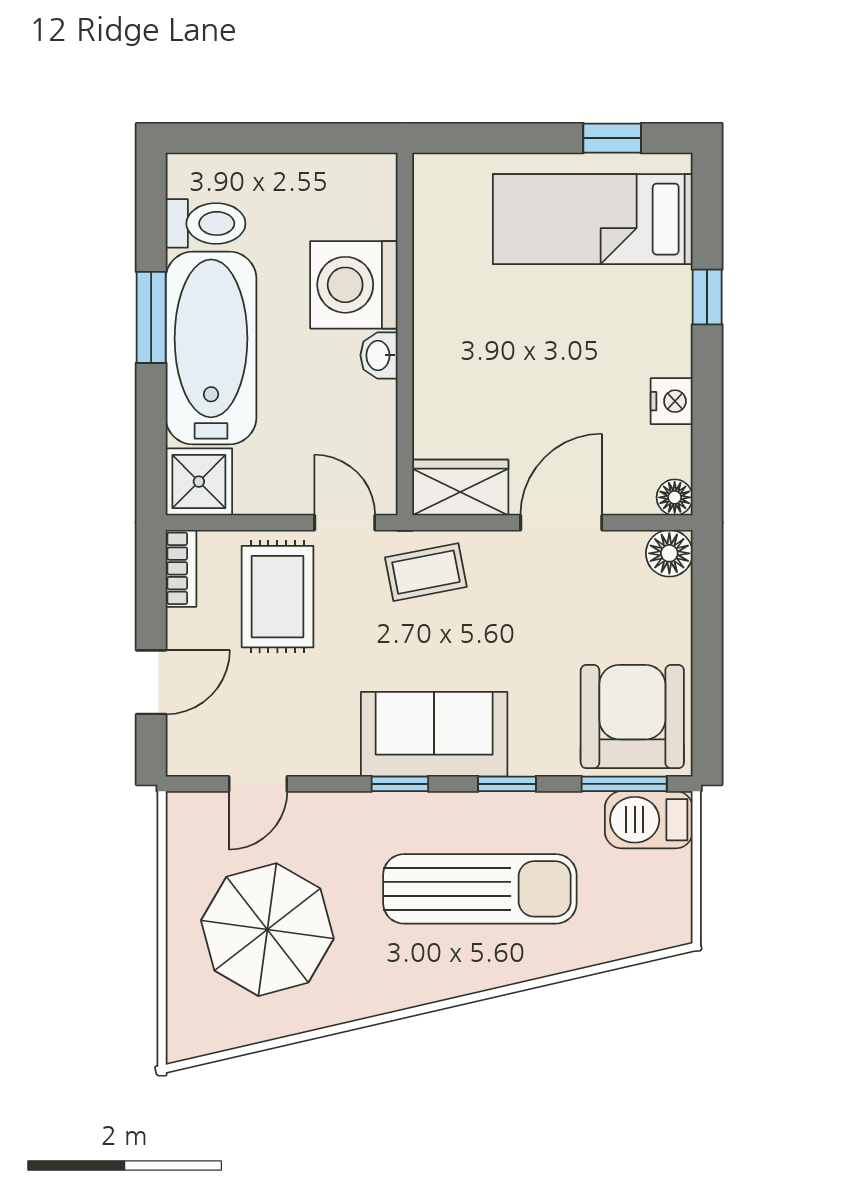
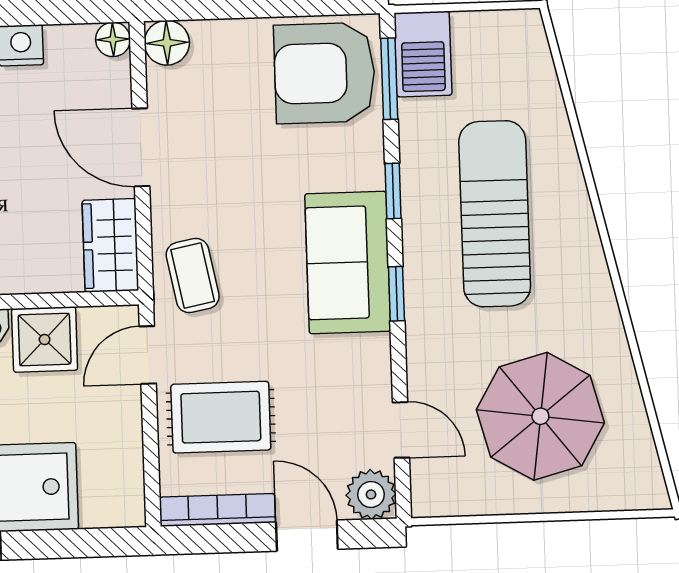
shower: (199, 482) -> (45, 340), moved
bookcase: (181, 568) -> (217, 510), width x1.56
plant: (192, 750) -> (371, 494), added

